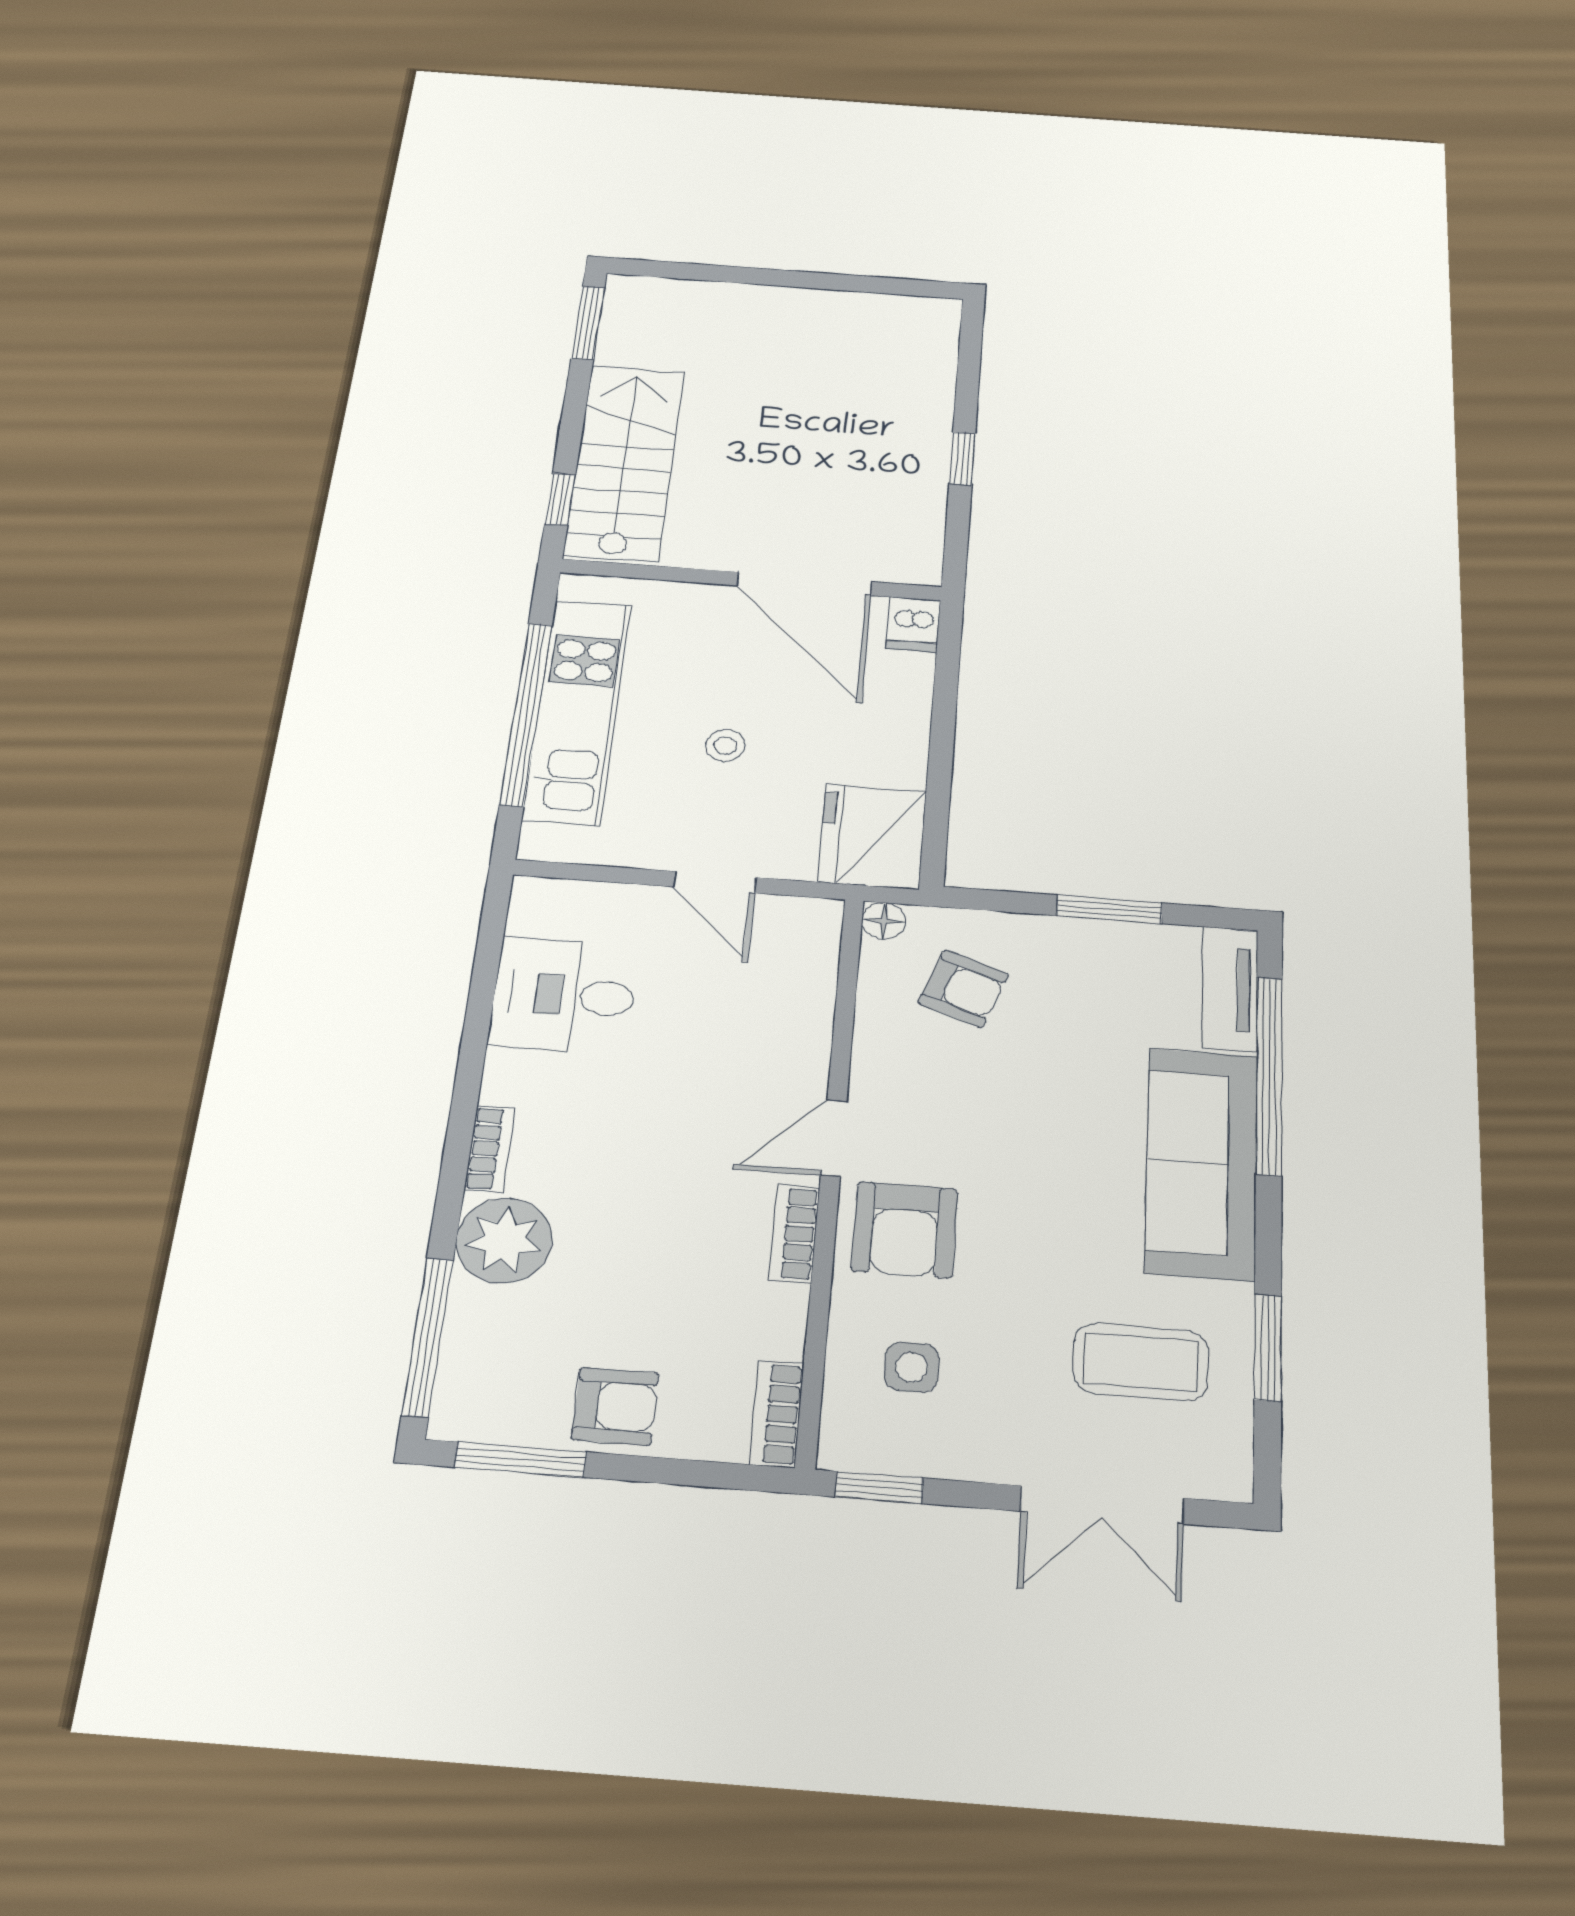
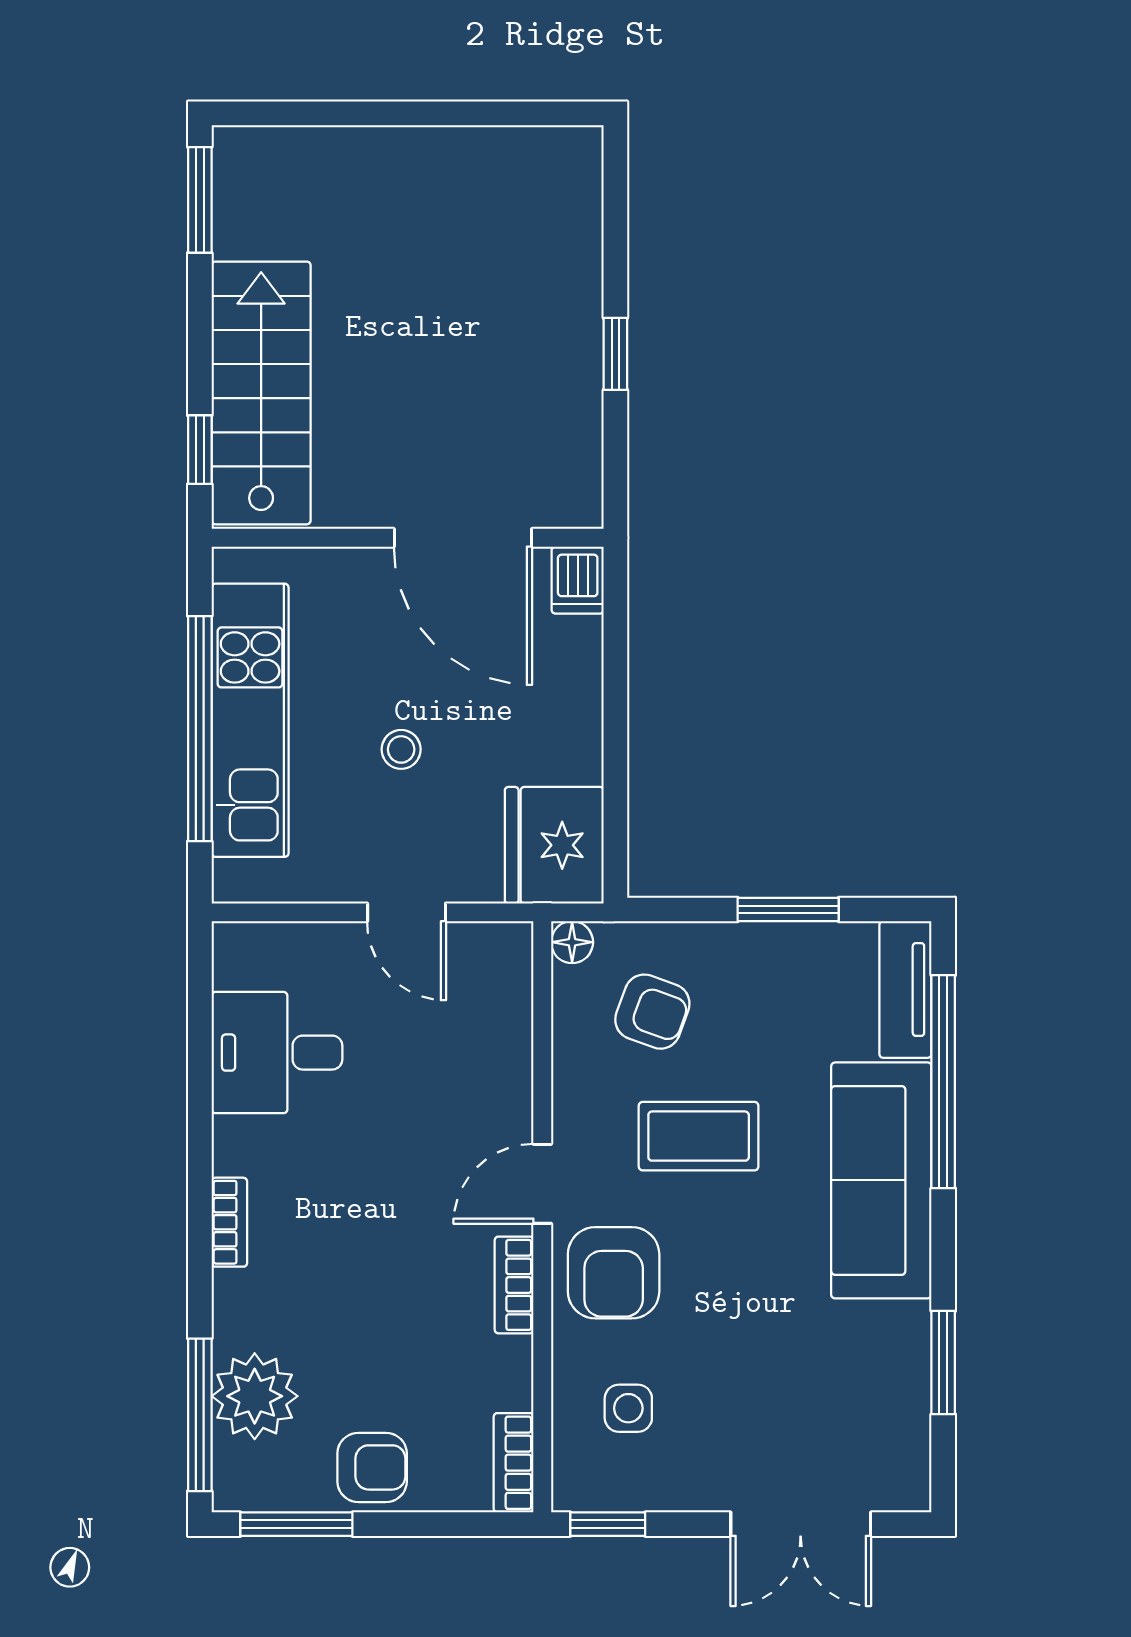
plant: (504, 1240) -> (255, 1396), moved
coffee table: (1141, 1362) -> (699, 1136), moved

